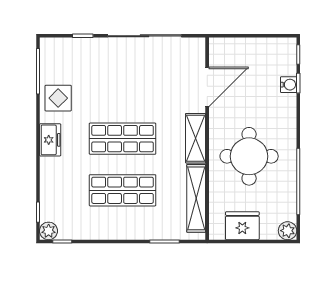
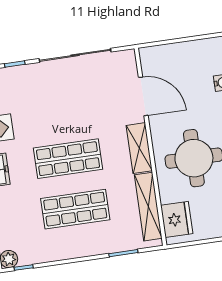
door: (207, 87) -> (143, 96), hinge flipped
fridge: (242, 226) -> (177, 219), moved, turned 90

